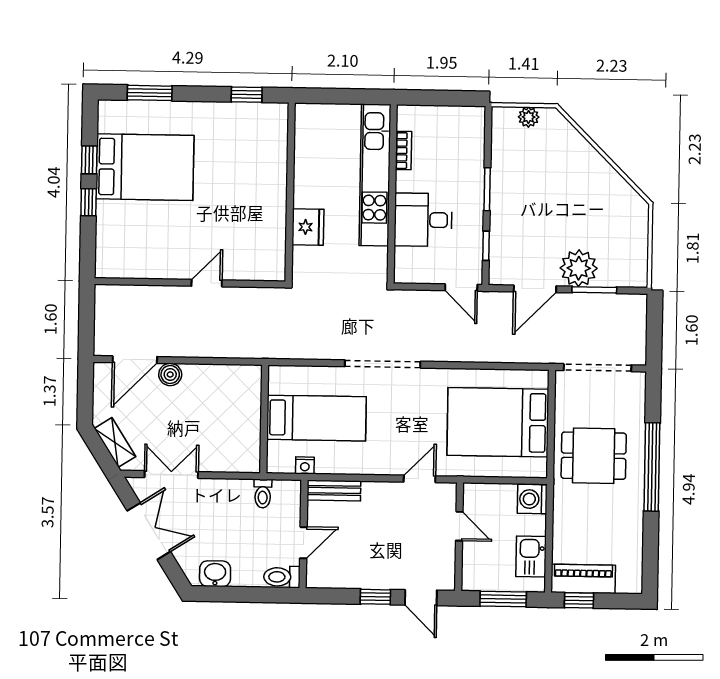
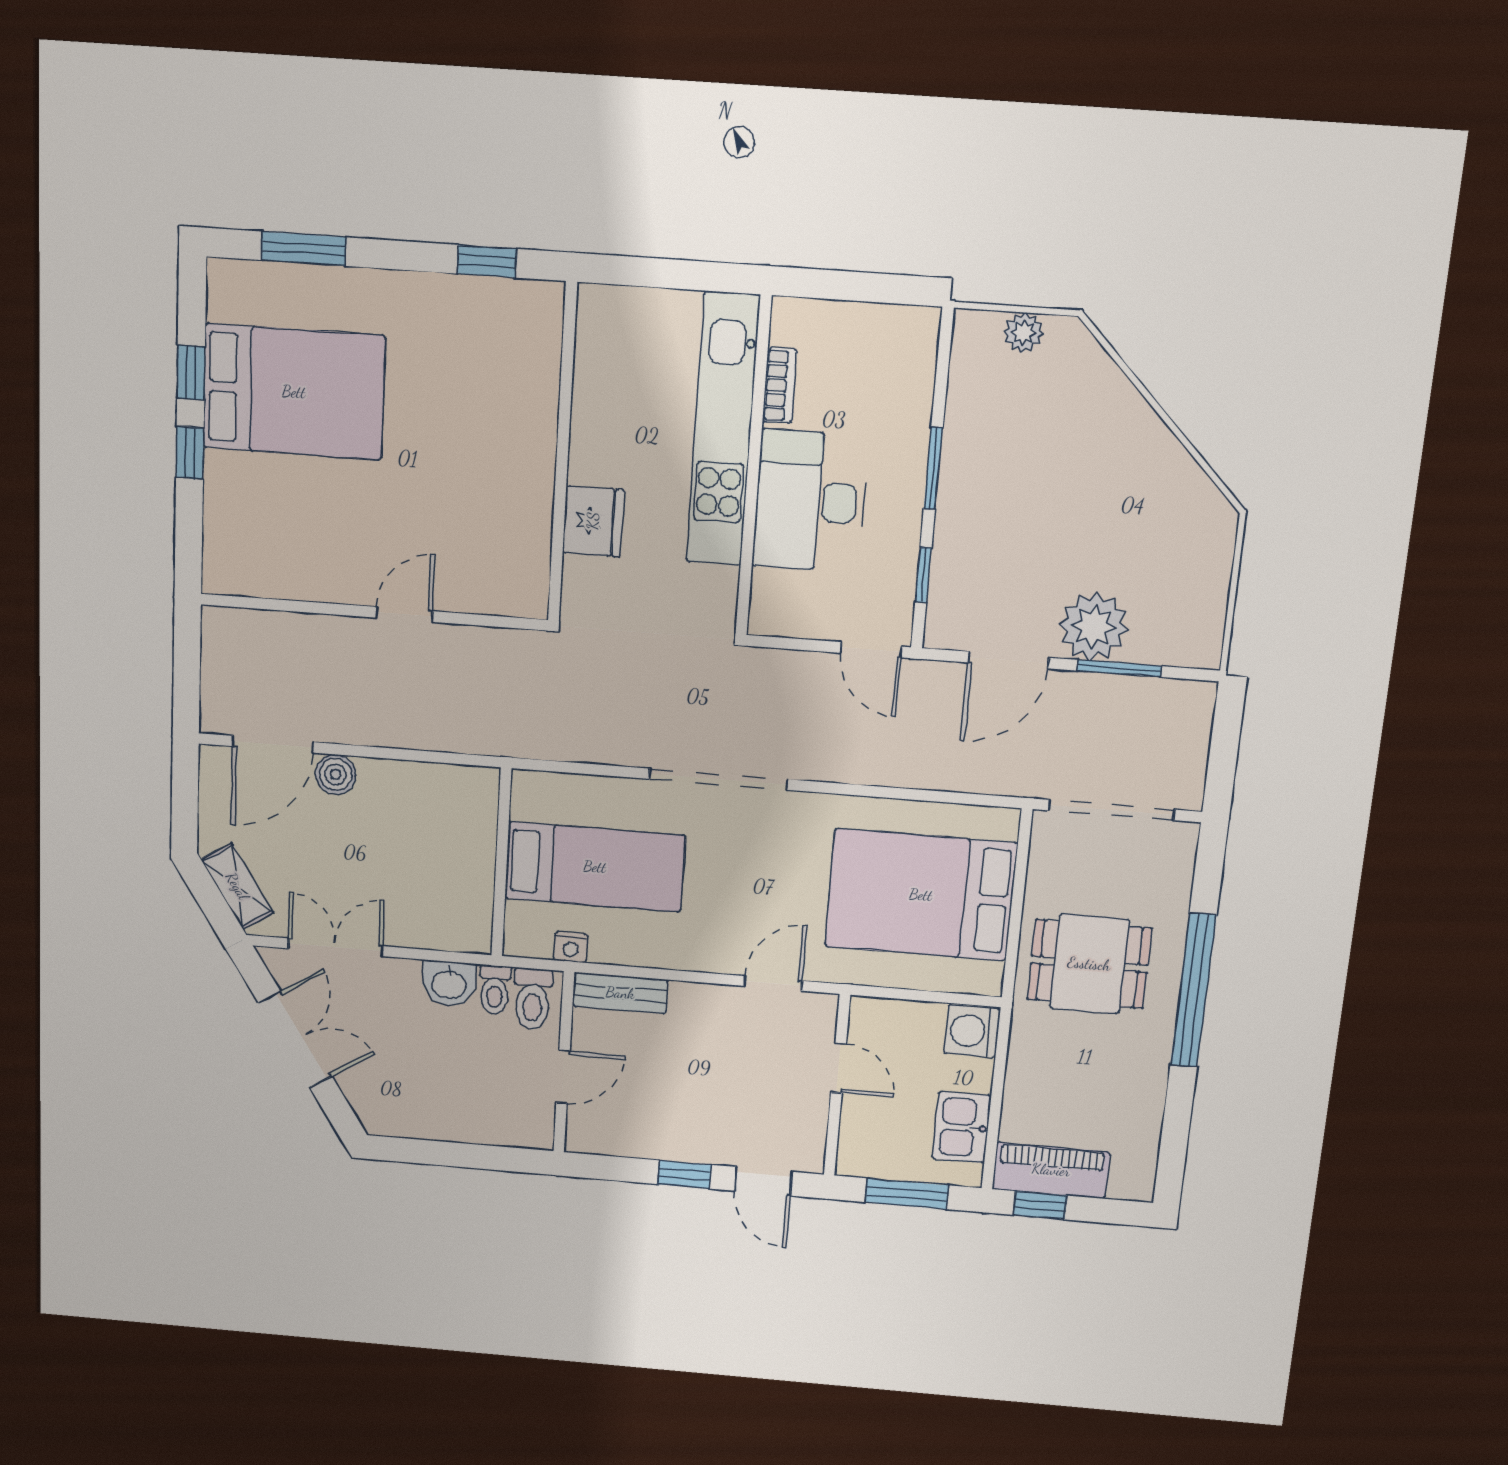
desk: (423, 220) -> (810, 501), width x1.37
washbasin: (215, 574) -> (449, 984), moved, turned 180
toilet: (282, 577) -> (533, 999), moved, turned -90

